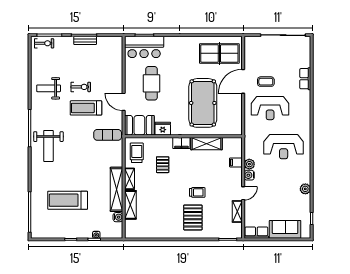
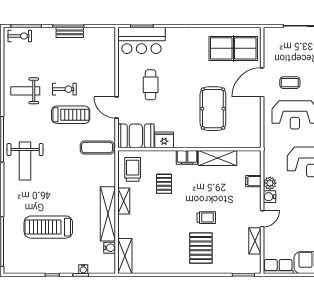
cafe table: (152, 83) -> (151, 85), width x0.73, depth x0.74
pool table: (203, 103) -> (213, 109), width x0.73, depth x0.76
treadmill: (86, 108) -> (71, 115), turned 180
shelving: (130, 205) -> (125, 256), moved

